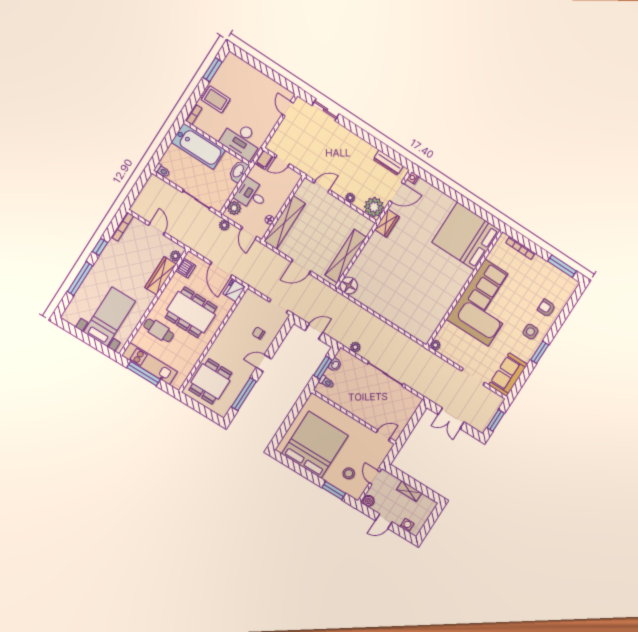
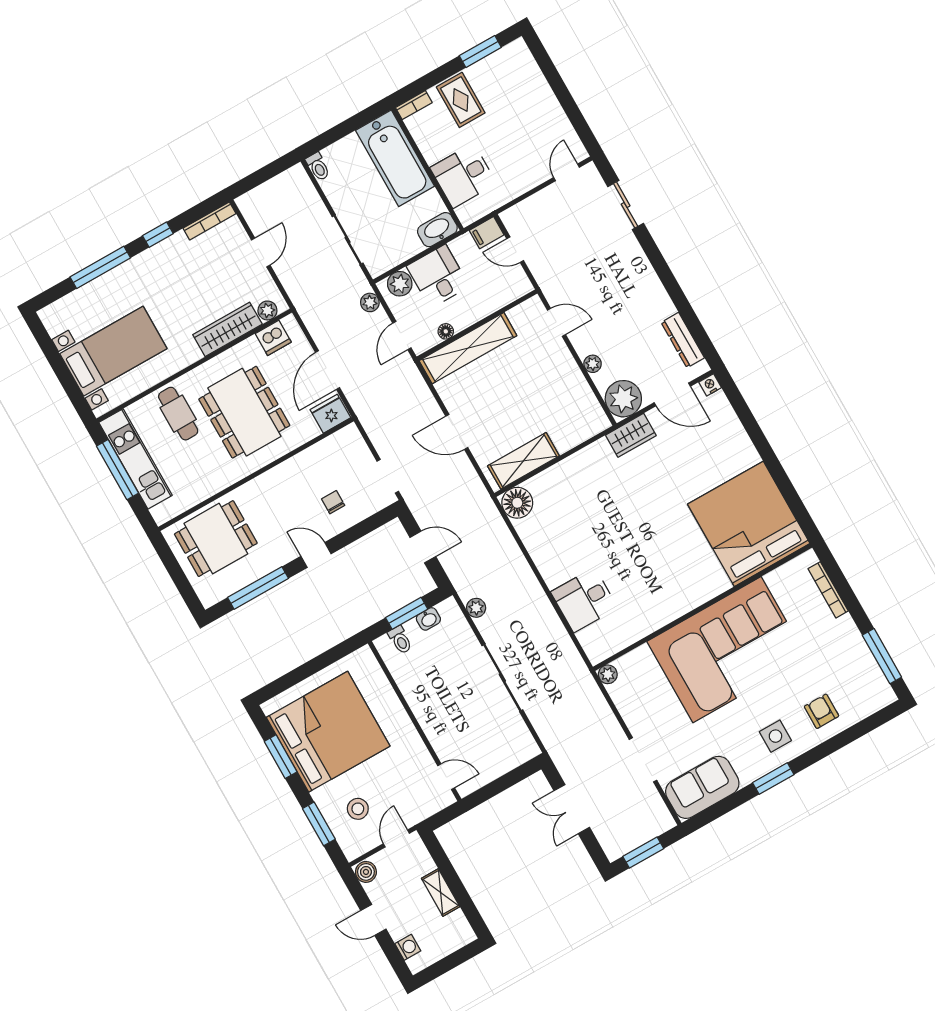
desk: (241, 140) -> (463, 176), width x0.73
shelving: (346, 256) -> (523, 461), width x0.68
desk: (406, 315) -> (584, 600), added
window: (298, 469) -> (281, 757), added

